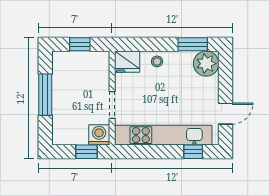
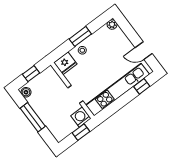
window: (193, 44) -> (80, 36), moved
boiler: (59, 61) -> (26, 92), added
plant: (206, 64) -> (112, 24), width x0.53, depth x0.53
door: (225, 114) -> (144, 51), swing flipped

